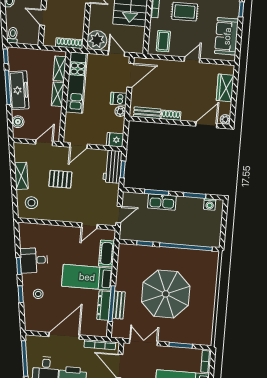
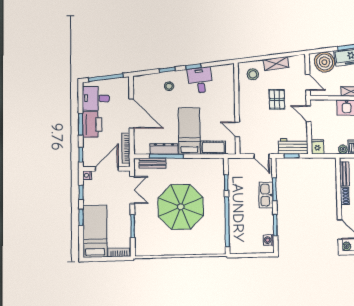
boiler: (18, 122) -> (324, 62), width x1.86, depth x1.86
door: (119, 215) -> (262, 156), moved
bench: (119, 305) -> (152, 163), moved

